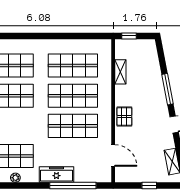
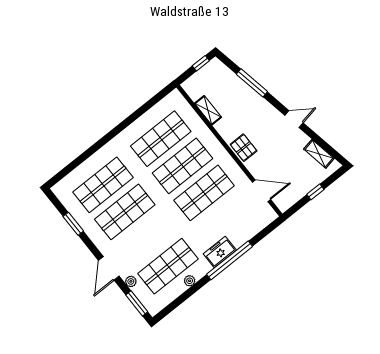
window: (129, 36) -> (201, 63), moved
window: (167, 89) -> (252, 83), moved
freezer: (56, 175) -> (220, 252), width x0.71
window: (73, 186) -> (230, 260), moved

